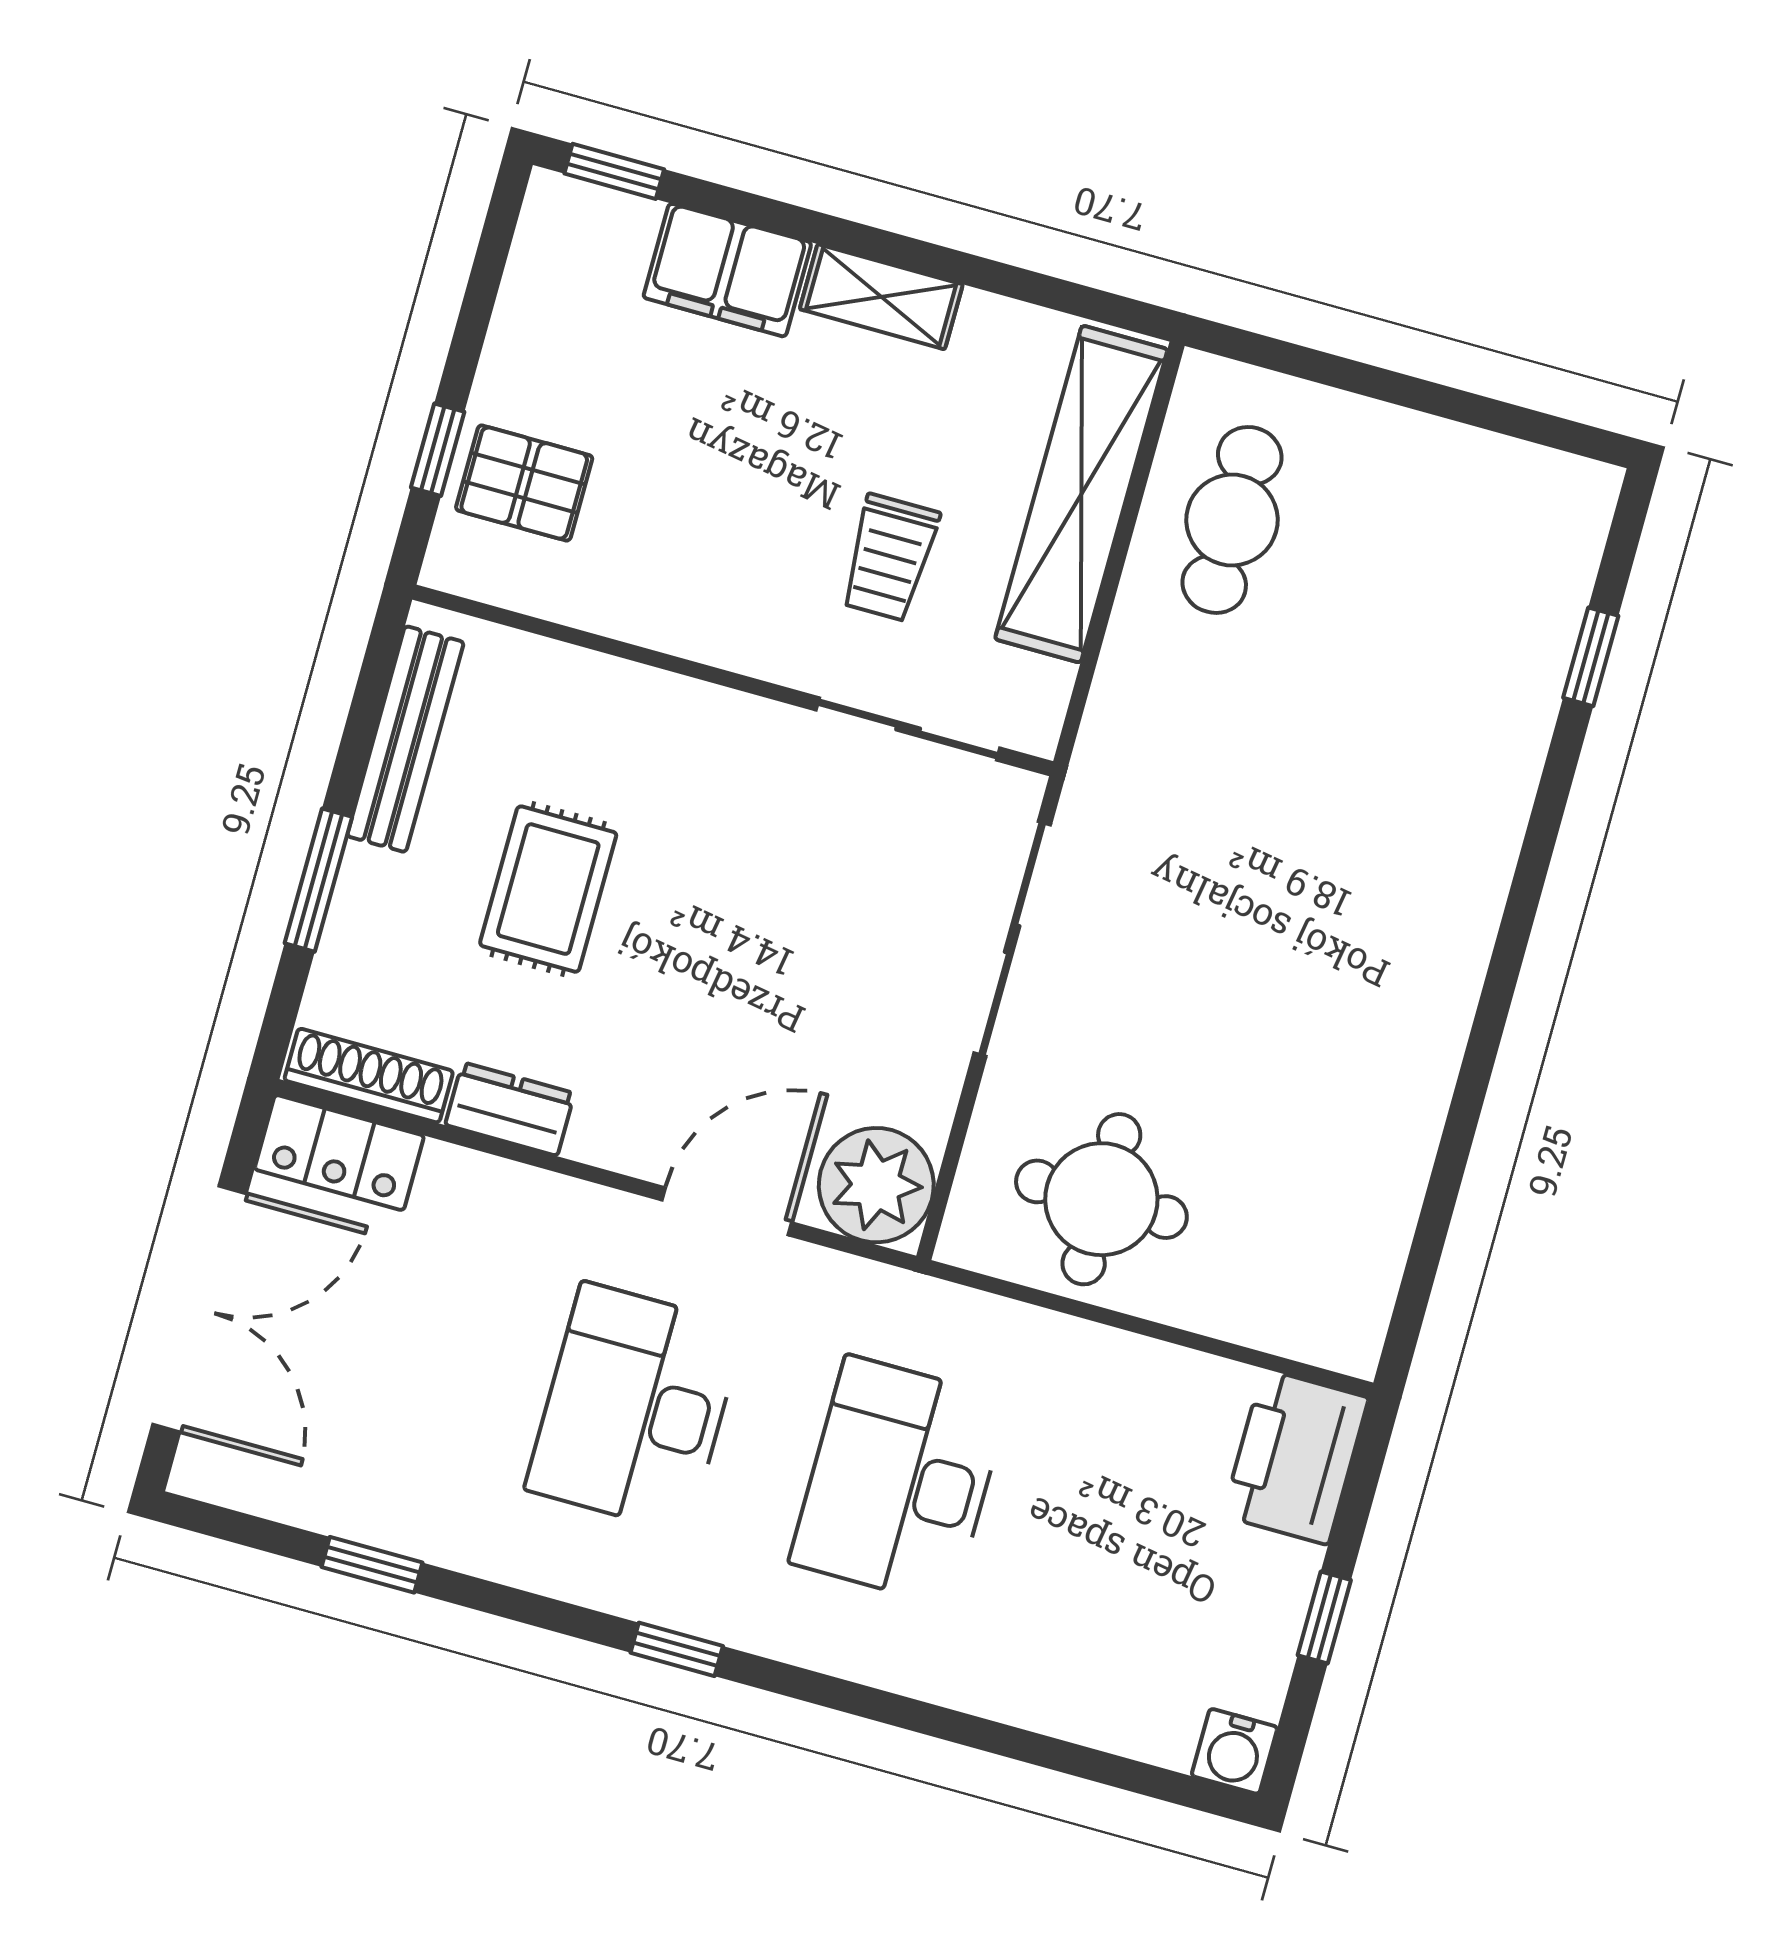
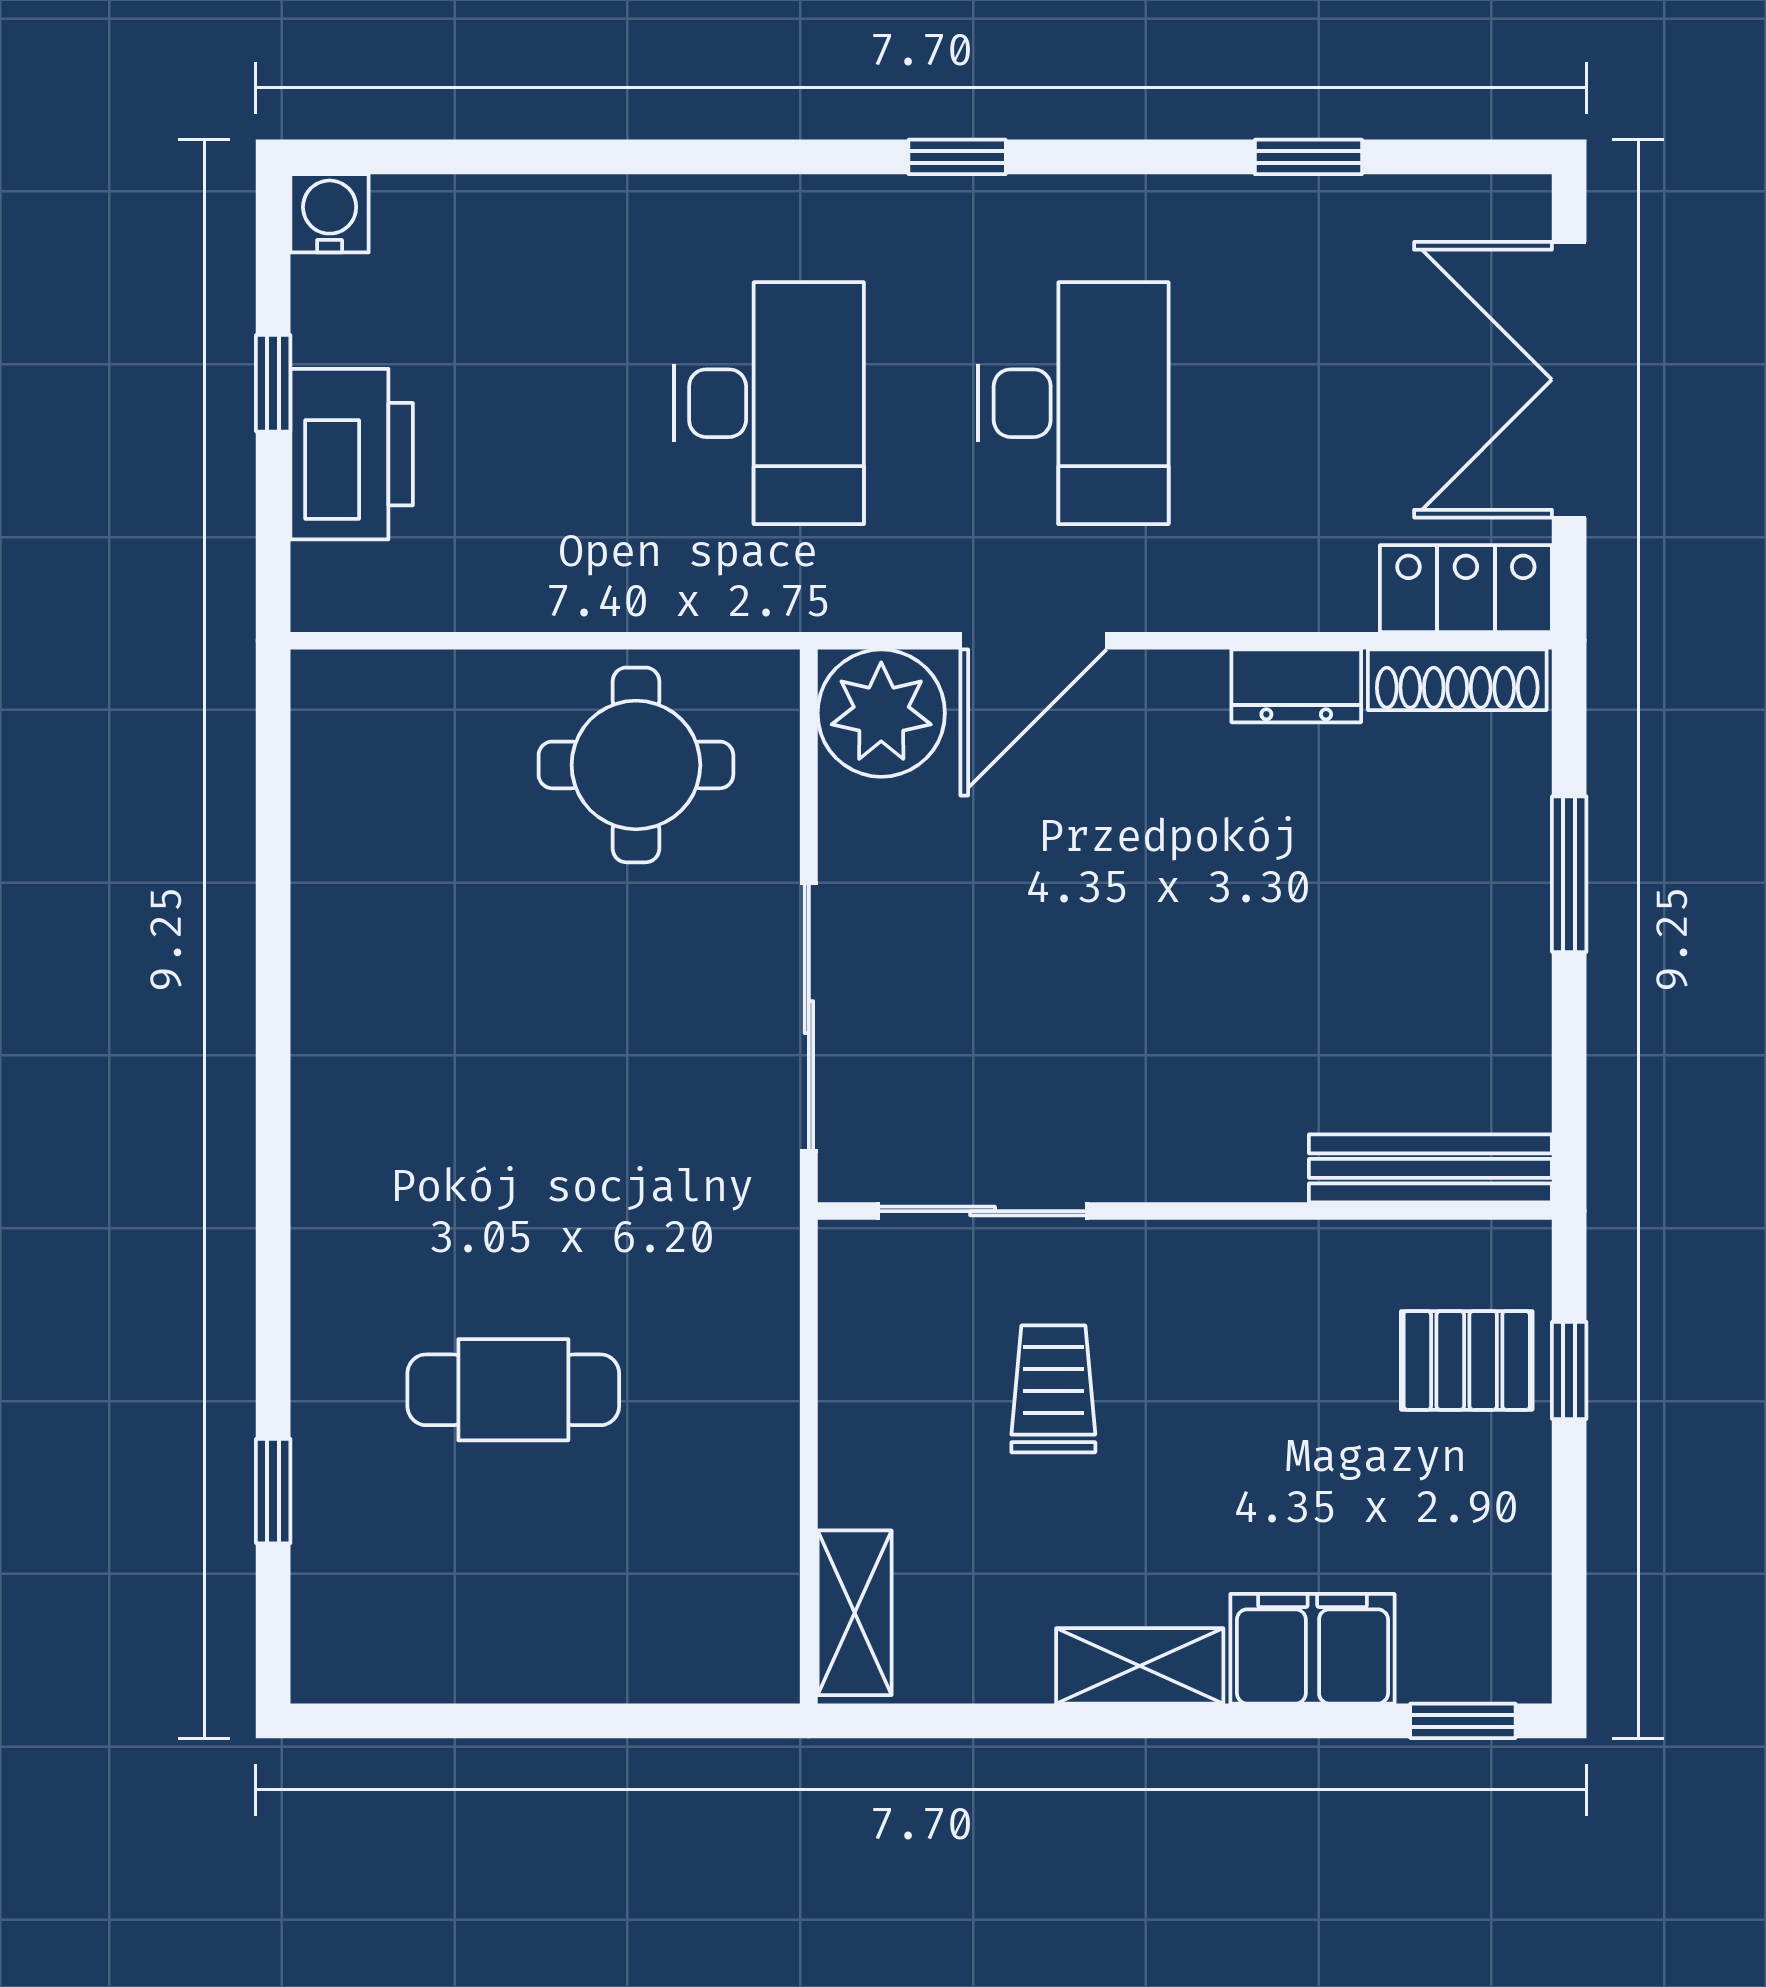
shelving: (1081, 494) -> (855, 1613), width x0.45, depth x0.75
cafe table: (1232, 520) -> (513, 1390), moved, turned 90
bench: (405, 739) -> (1430, 1168), moved, turned 90
rug: (548, 889) -> (1320, 933), removed
printer: (1295, 1457) -> (352, 454), moved

